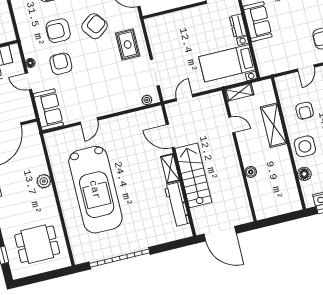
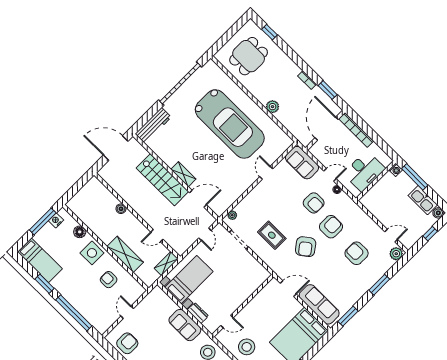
rug: (128, 44) -> (272, 235), moved
car: (95, 190) -> (230, 124), turned 180
workbench: (177, 204) -> (153, 126), moved, turned 90

